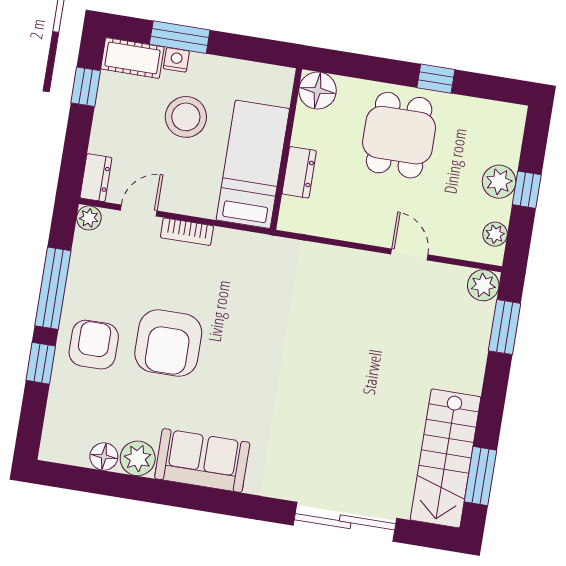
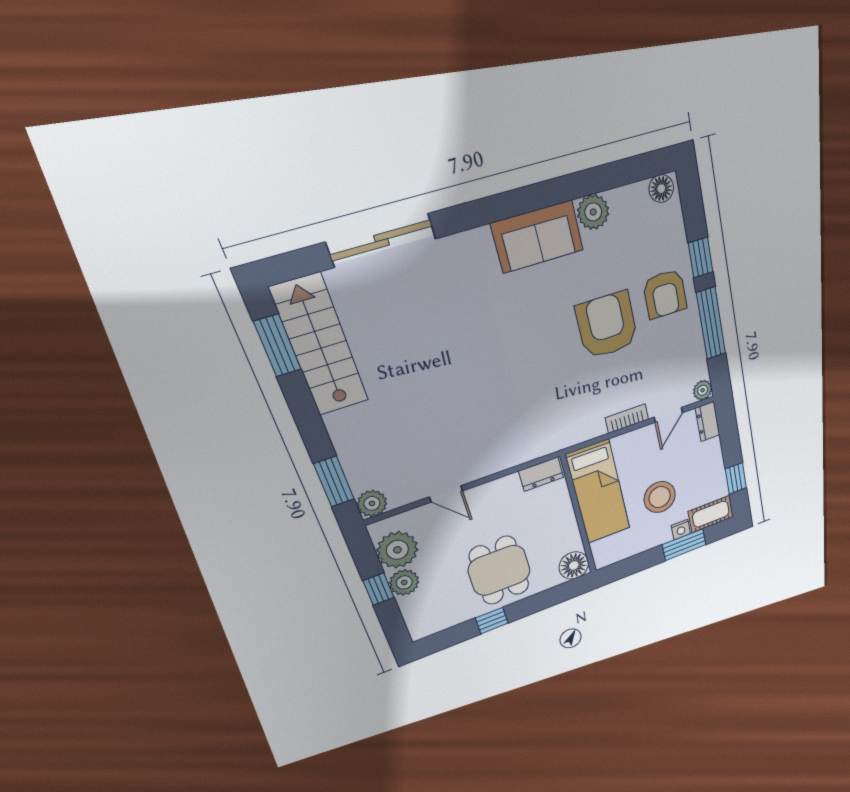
dresser: (299, 172) -> (541, 474), moved, turned -90
plant: (495, 234) -> (397, 550), width x1.88, depth x1.88
floor lamp: (104, 457) -> (661, 189), moved

